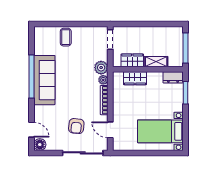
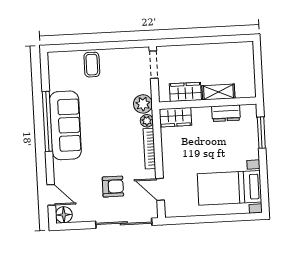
window: (185, 48) -> (258, 71), removed
dresser: (173, 77) -> (226, 113), moved
wardrobe: (135, 78) -> (175, 117), moved
armchair: (76, 126) -> (113, 187), turned -96

